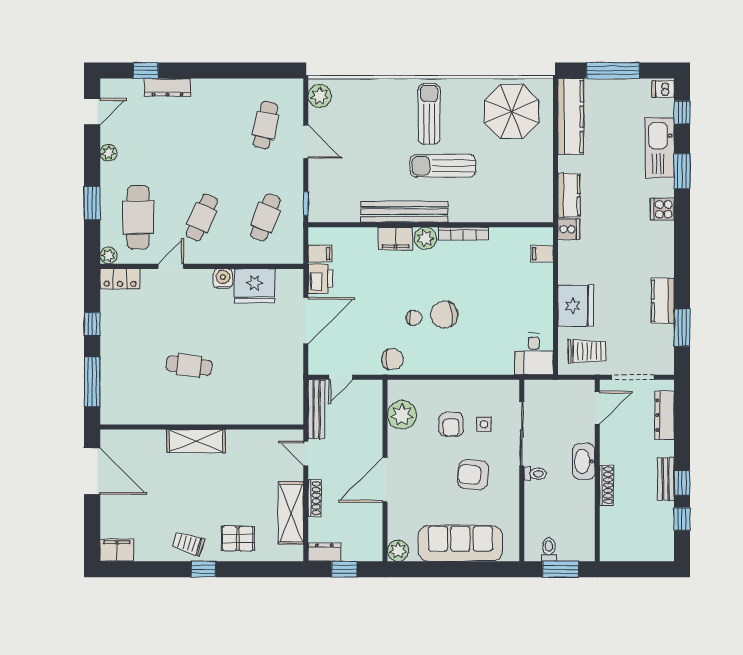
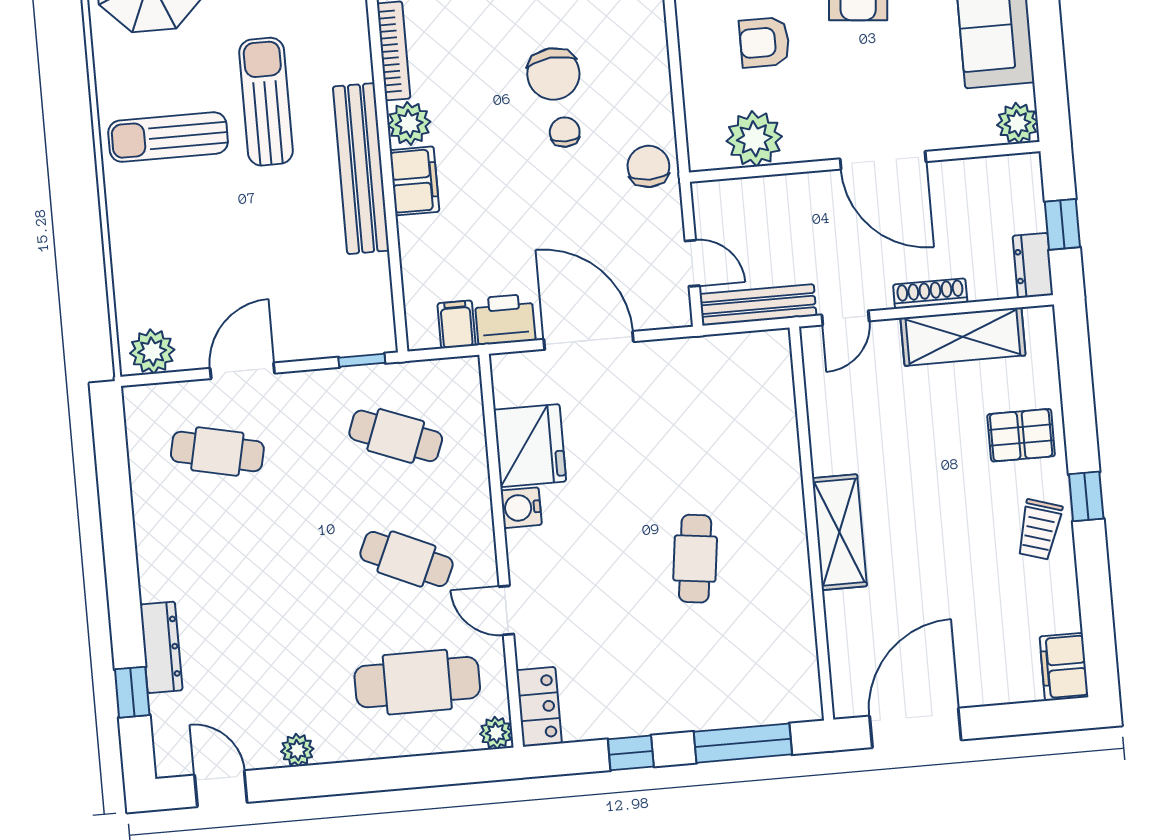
sun lounger: (443, 166) -> (266, 102), turned 180
window: (92, 203) -> (398, 773), removed
armchair: (451, 424) -> (764, 42), turned 180
pallet: (238, 538) -> (1021, 435), turned 90

